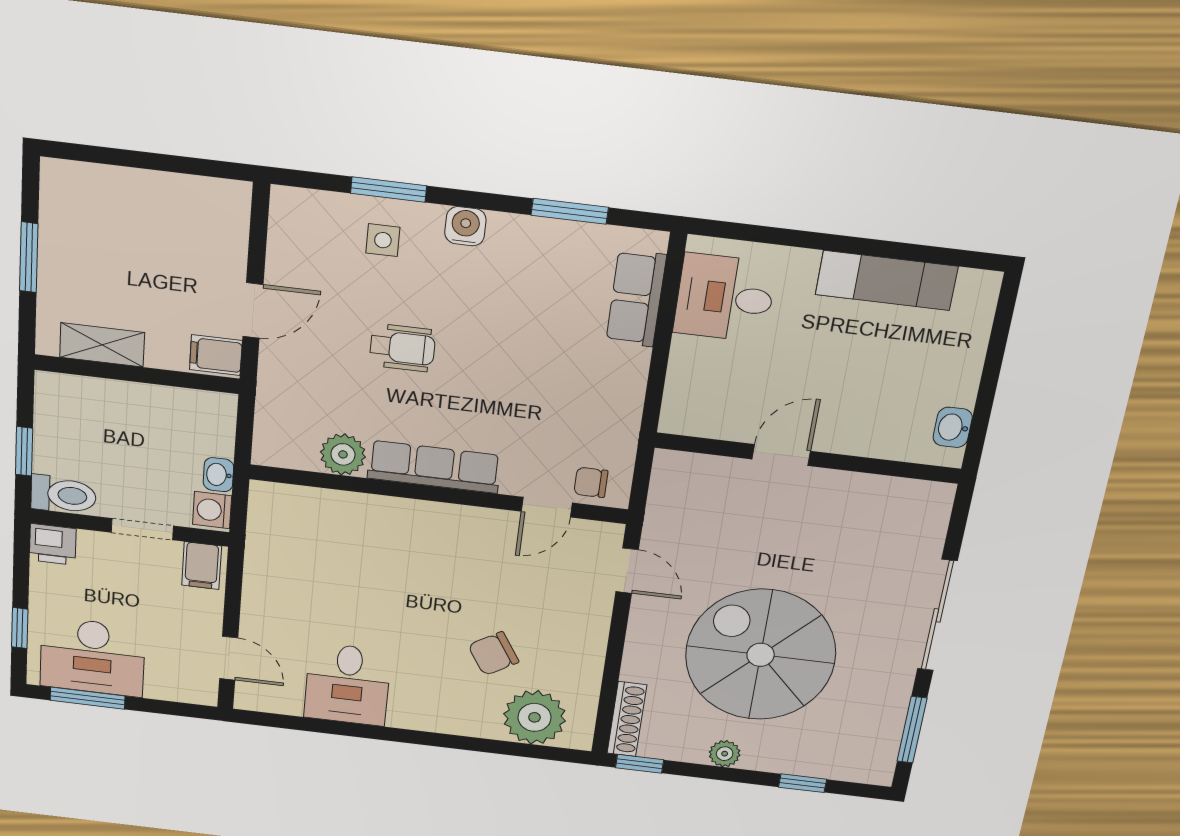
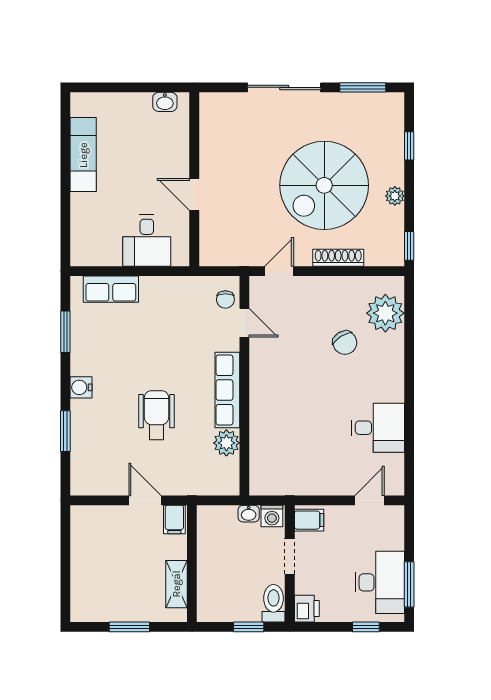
side table: (383, 240) -> (95, 432), removed
desk: (725, 298) -> (147, 241), moved
wheelchair: (402, 348) -> (157, 415), width x1.36, depth x1.37
shoe rack: (627, 719) -> (338, 258), moved

